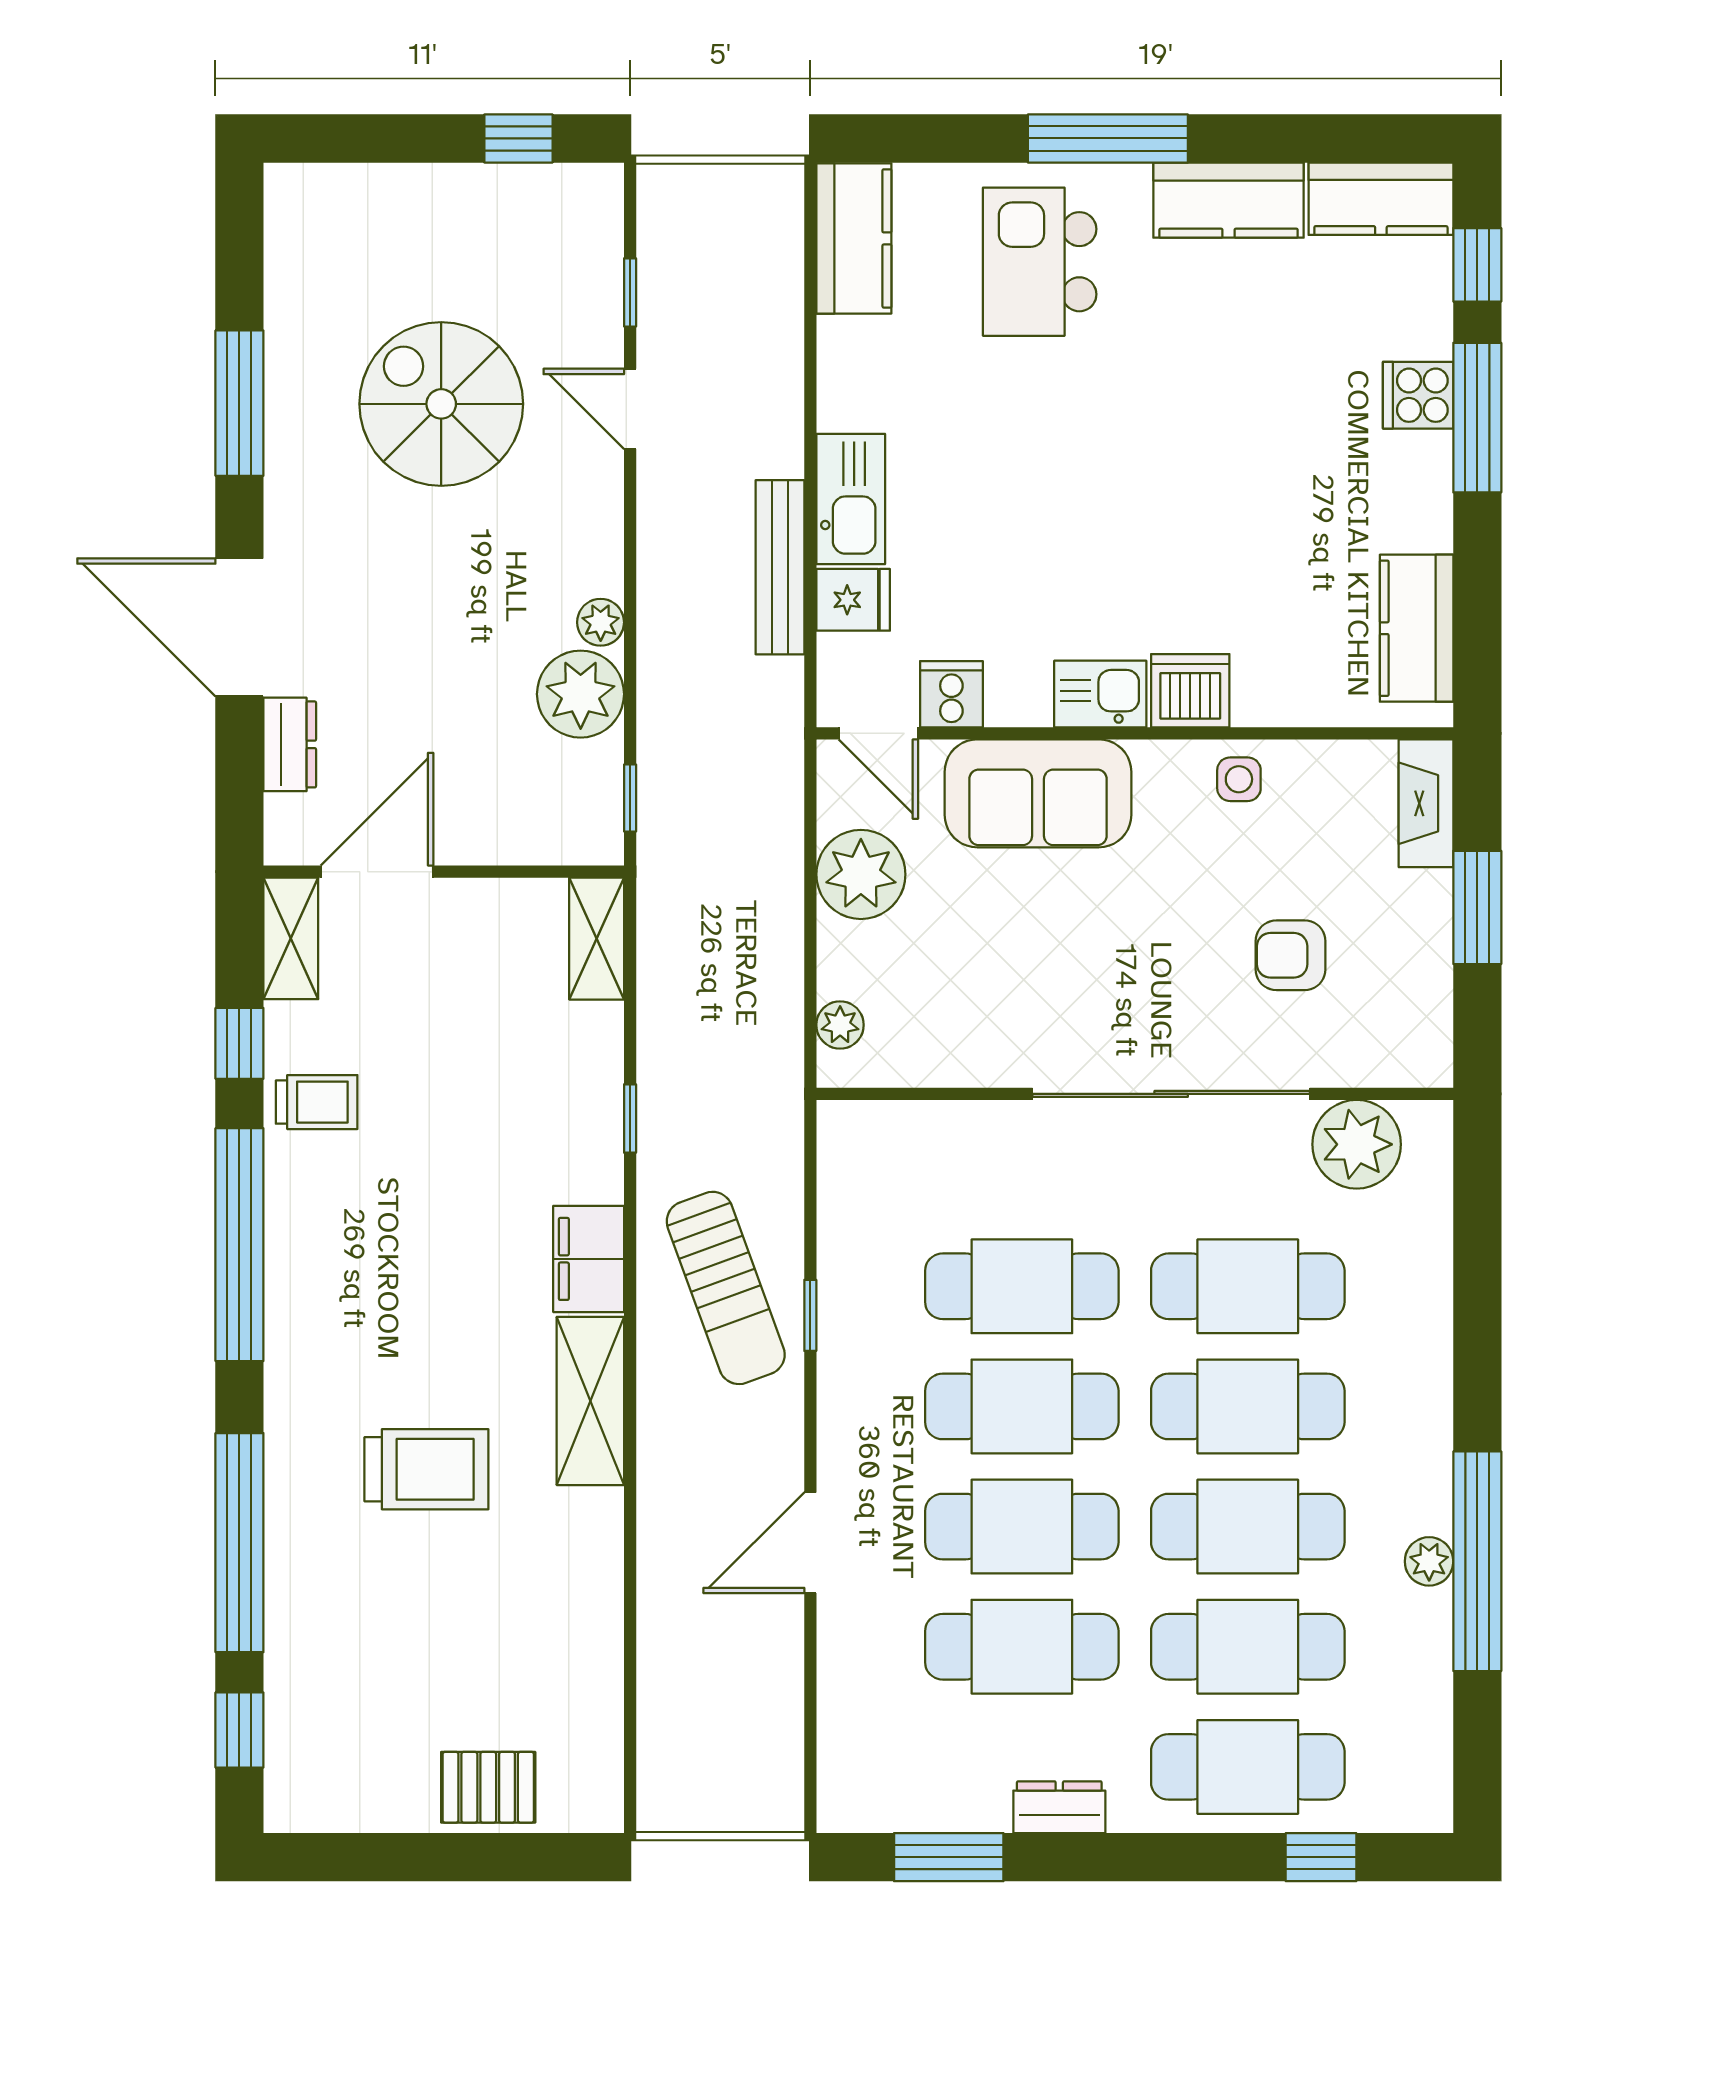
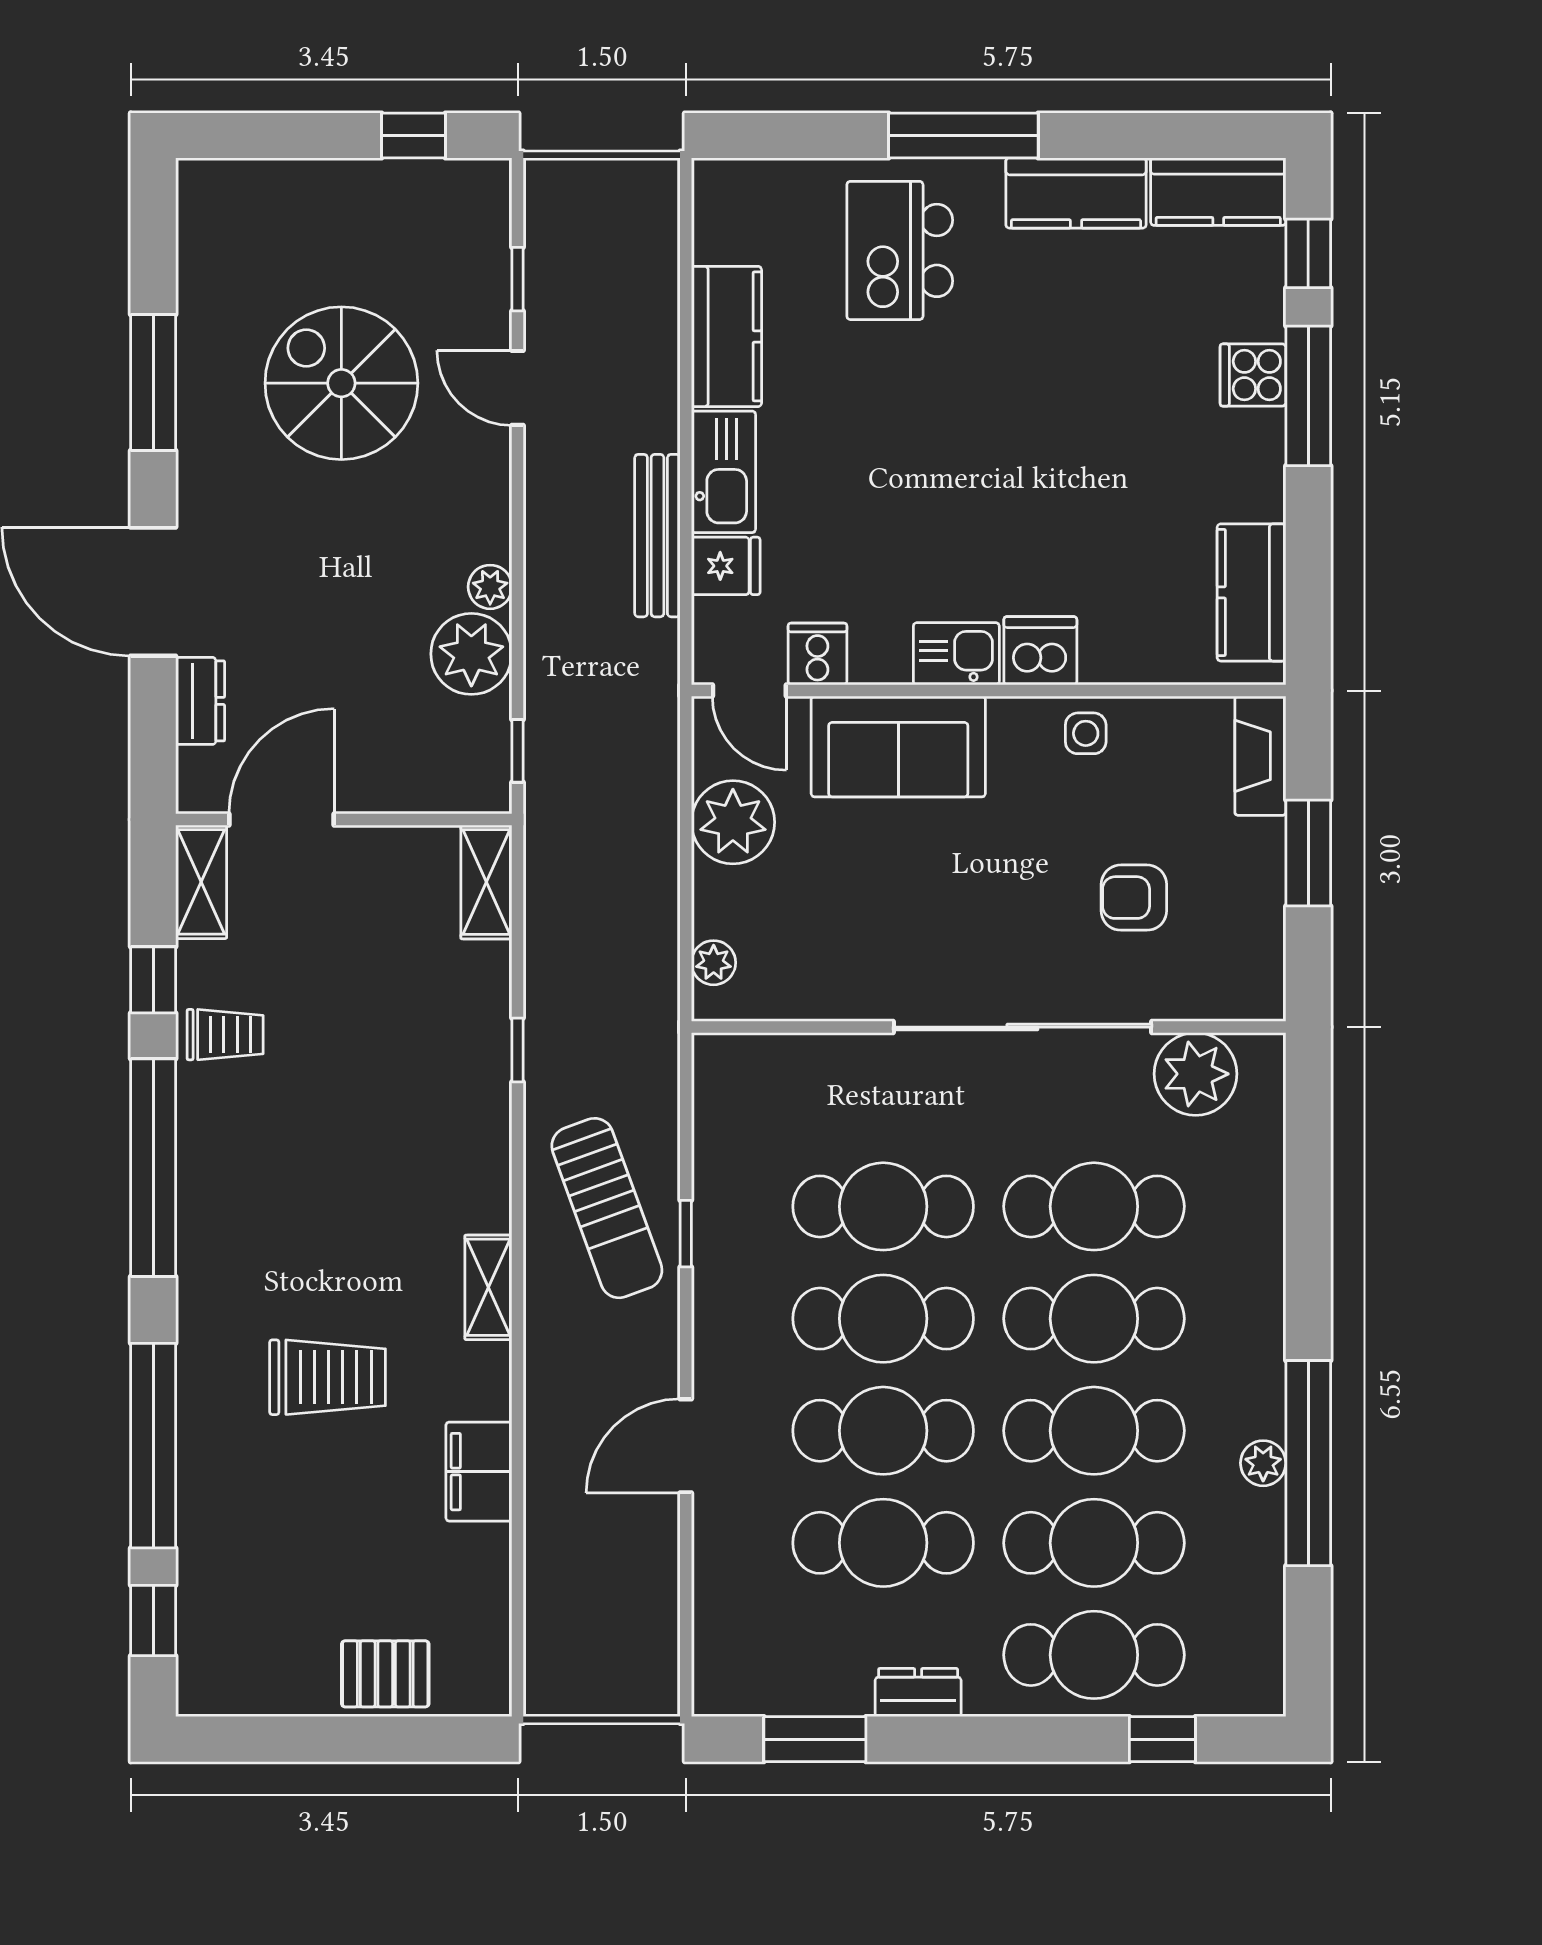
kitchen counter: (854, 238) -> (726, 336), moved
filing cabinet: (589, 1259) -> (479, 1472), moved
shelving: (590, 1401) -> (488, 1287), width x0.67, depth x0.75

